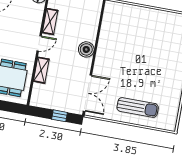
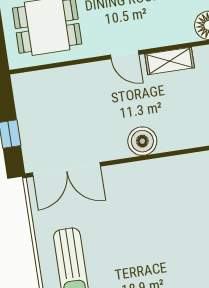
shelving: (41, 70) -> (79, 75), removed

